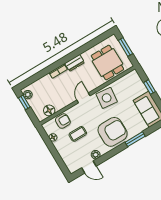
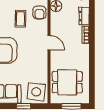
dresser: (75, 63) -> (84, 16), moved
side table: (107, 98) -> (36, 92), moved

